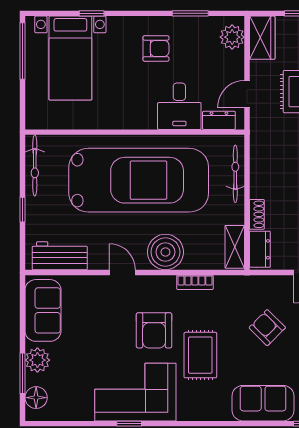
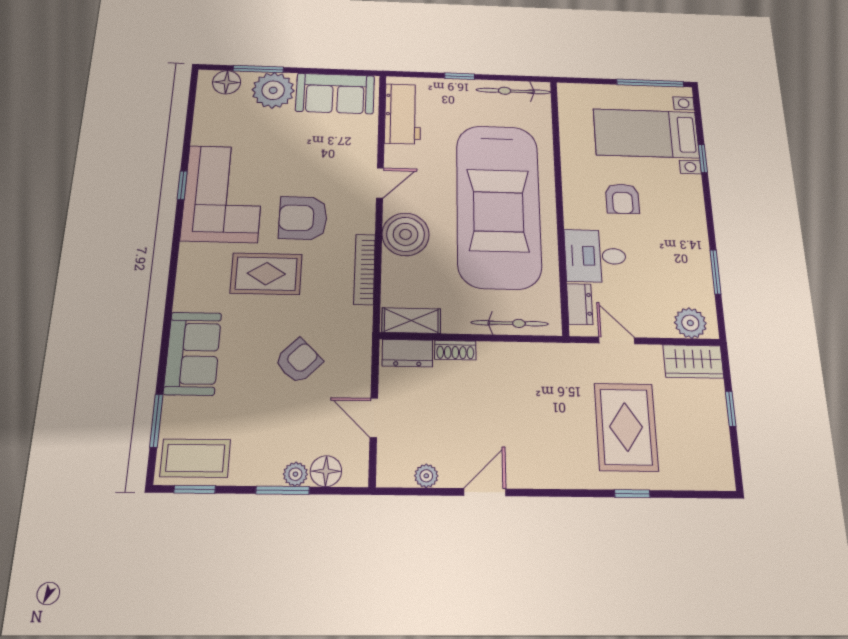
armchair: (156, 48) -> (622, 199), moved
bookcase: (195, 282) -> (365, 269), width x1.56
plant: (37, 360) -> (273, 90), width x1.36, depth x1.36

